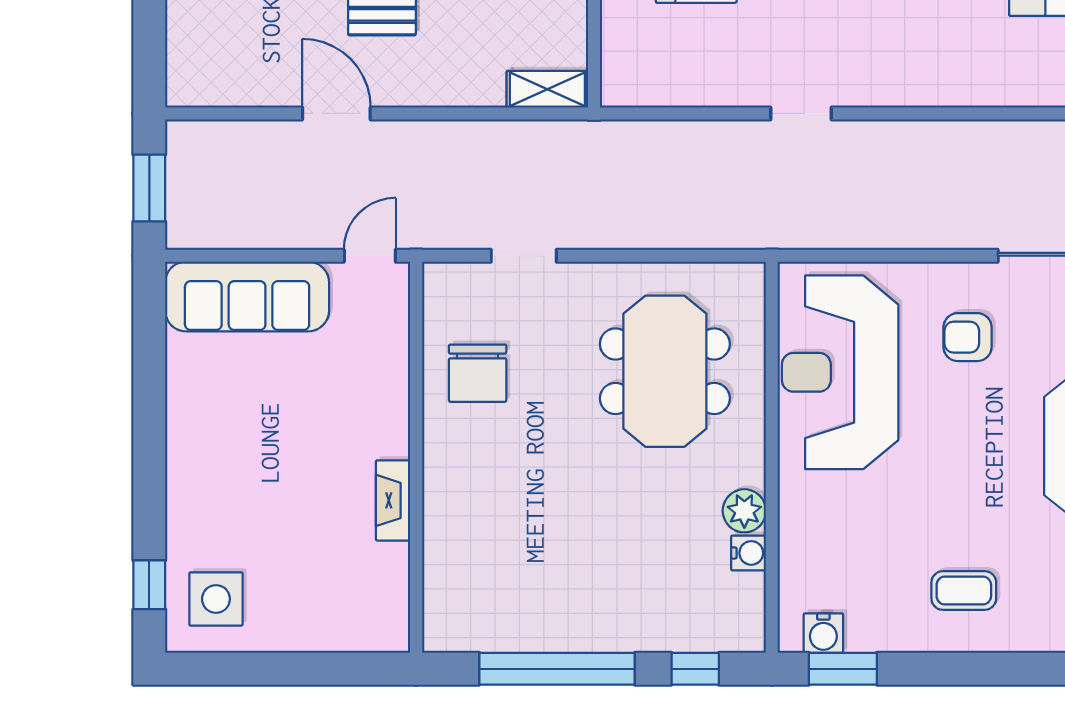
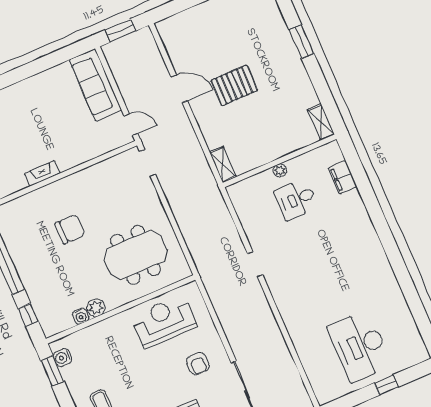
door: (336, 113) -> (179, 89), hinge flipped
doorway: (524, 256) -> (148, 163), moved
armchair: (968, 337) -> (198, 364), turned 180
reception desk: (840, 372) -> (164, 321), width x0.74, depth x0.77
chair: (478, 373) -> (70, 229), moved, turned 180

